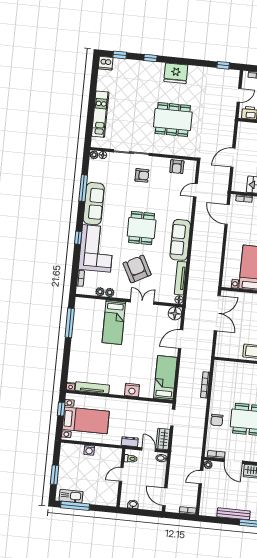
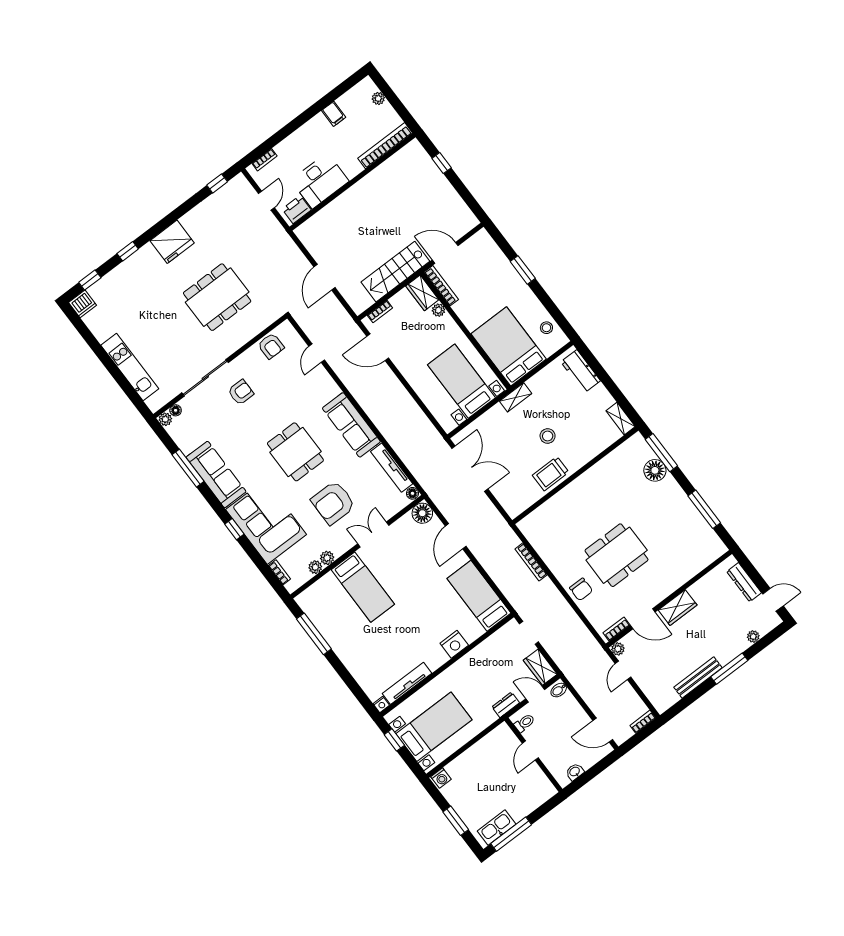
armchair: (137, 269) -> (333, 503), turned -62
washing machine: (89, 450) -> (441, 778), moved

